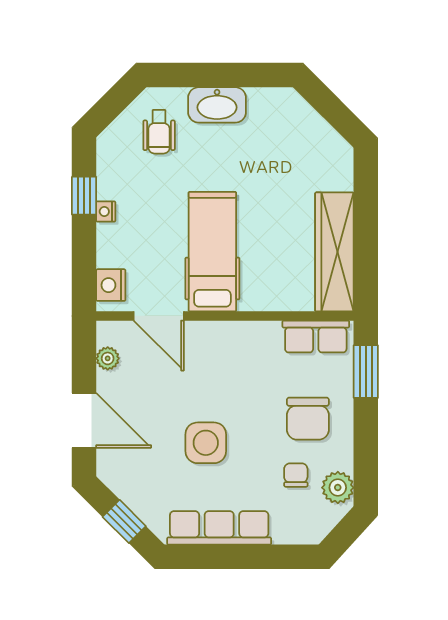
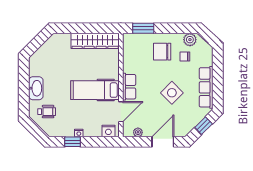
row of seats: (316, 336) -> (129, 87), moved
chair: (308, 419) -> (162, 52), turned 180
side table: (206, 443) -> (172, 93), turned 45

